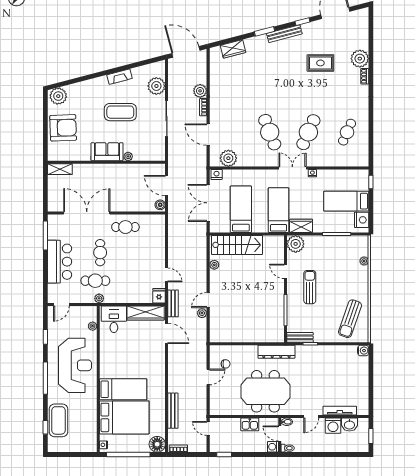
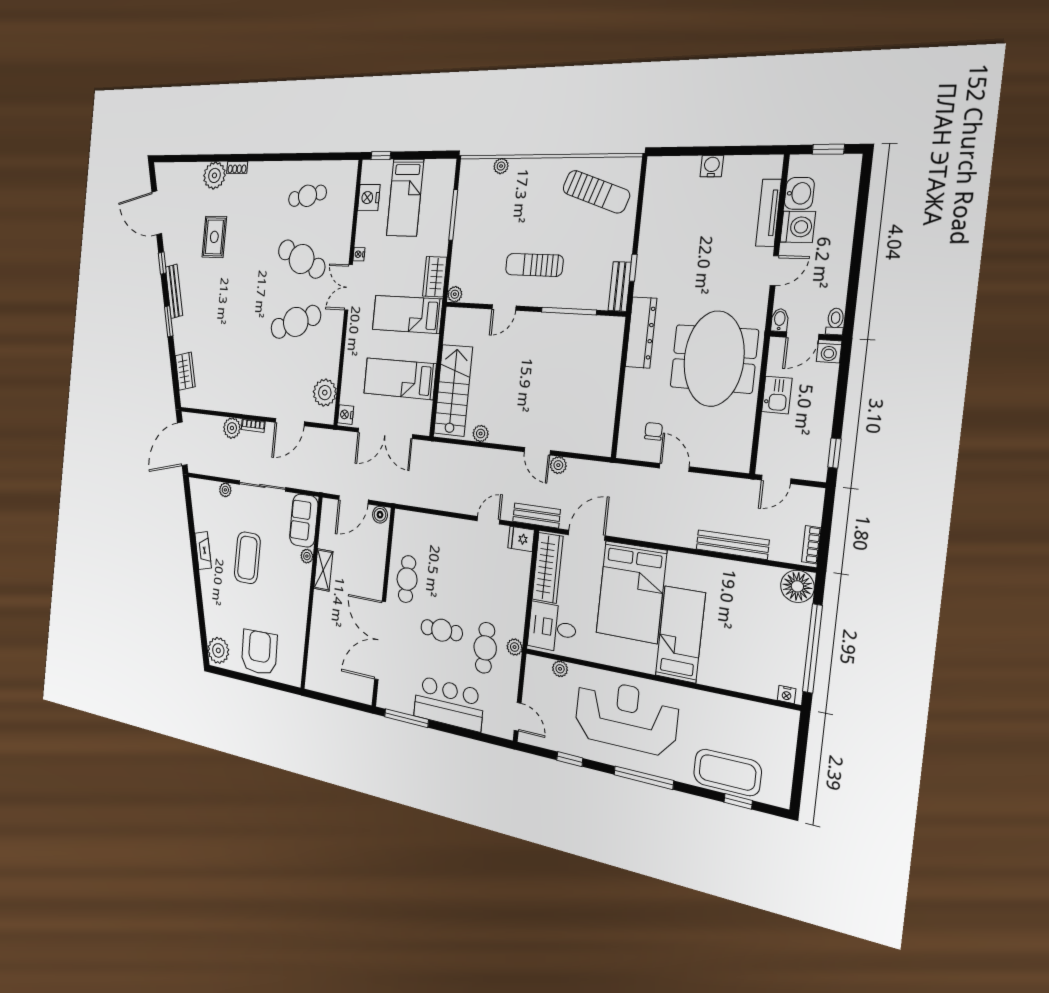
plant: (156, 86) -> (225, 490), width x0.53, depth x0.53
cafe table: (347, 132) -> (307, 196), turned -36
sofa: (107, 152) -> (304, 521), moved
shelving: (60, 169) -> (323, 570), moved
nightstand: (362, 220) -> (369, 198), moved, turned -90
plant: (296, 244) -> (455, 294), width x0.53, depth x0.53
water cooler: (363, 351) -> (712, 166), moved
bed: (124, 417) -> (631, 592), moved, turned 180
door: (311, 417) -> (774, 271), hinge flipped

